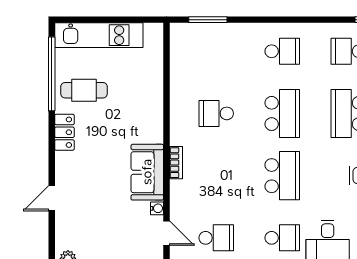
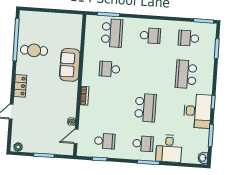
kitchen unit: (99, 35) -> (45, 19), removed
school desk: (282, 113) -> (112, 33), moved
locker: (64, 132) -> (20, 86), moved
sofa: (147, 172) -> (70, 65), moved
door: (166, 233) -> (76, 136), swing flipped

